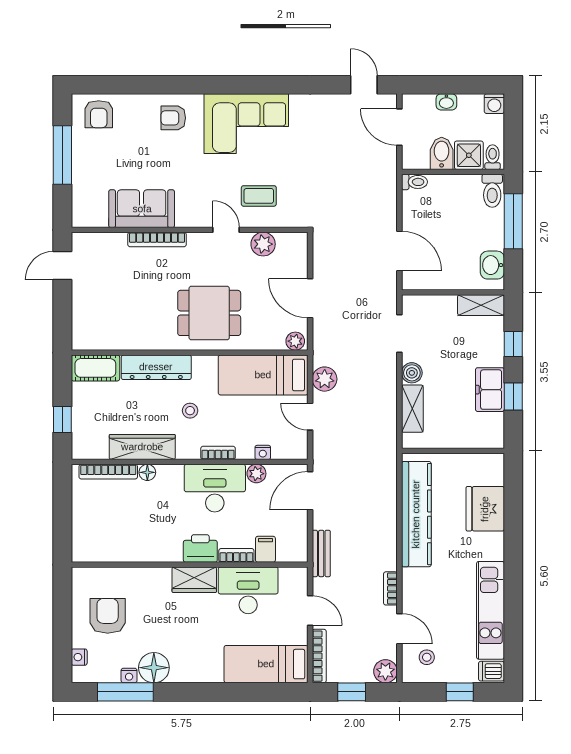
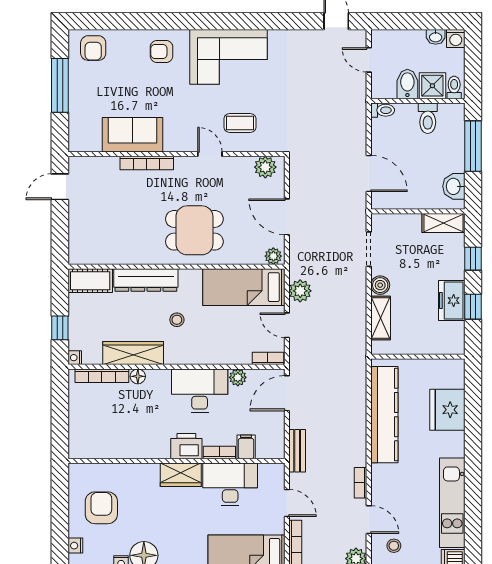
washbasin: (446, 102) -> (436, 37), moved
door: (399, 127) -> (369, 60), width x0.73
toilet: (492, 191) -> (428, 118), moved
plant: (263, 244) -> (265, 167), moved
nightstand: (263, 452) -> (75, 358), moved, turned 90
bookcase: (218, 453) -> (268, 358), moved

